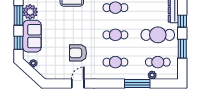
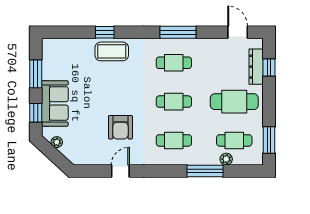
plant: (30, 12) -> (52, 69), removed
window: (182, 21) -> (269, 67), moved
window: (182, 49) -> (269, 140), moved
armchair: (78, 53) -> (120, 127), turned -90

